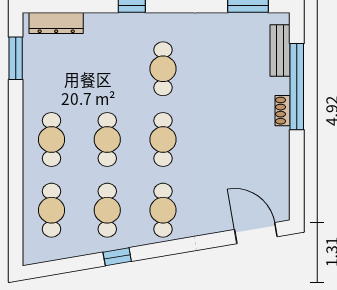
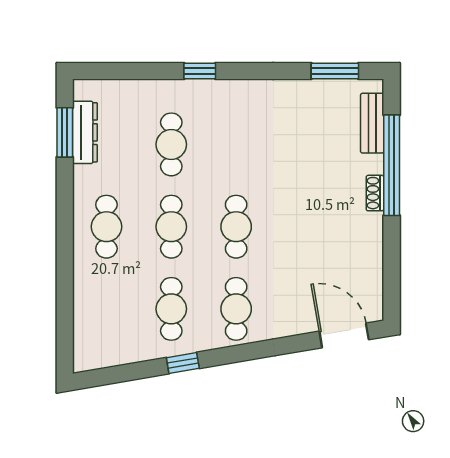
dresser: (56, 23) -> (85, 132), moved, turned -90
cafe table: (163, 69) -> (171, 144), moved
cafe table: (51, 210) -> (106, 309), removed

